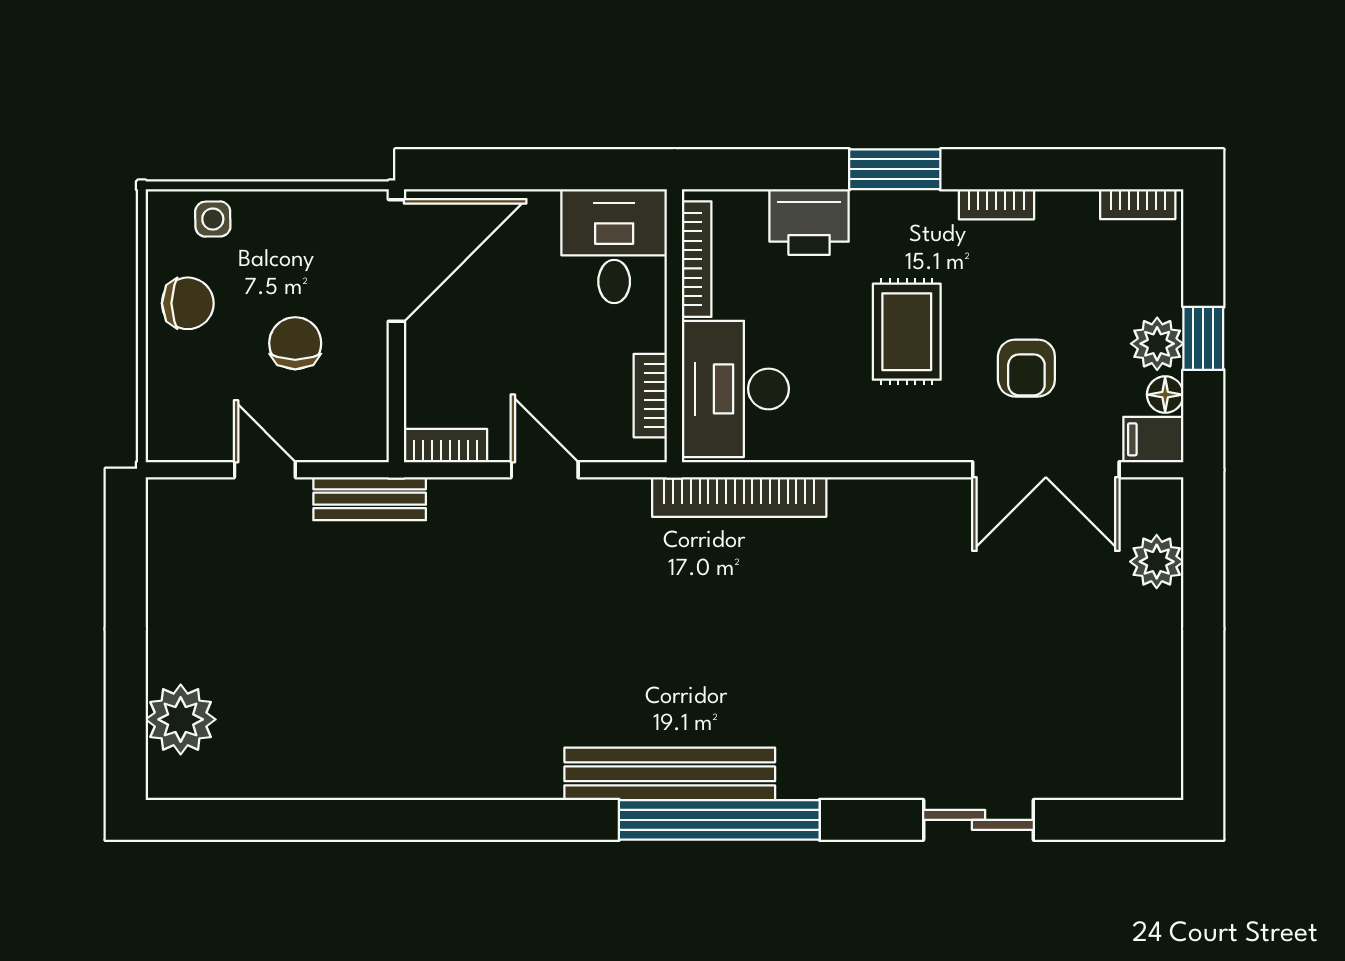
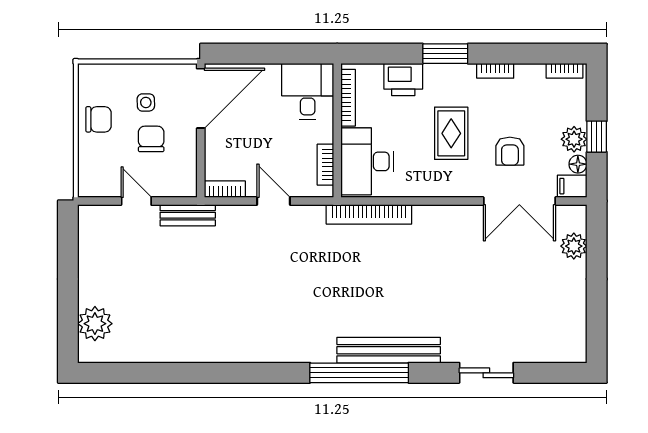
side table: (213, 219) -> (146, 102), moved
bench: (670, 774) -> (389, 350), moved

